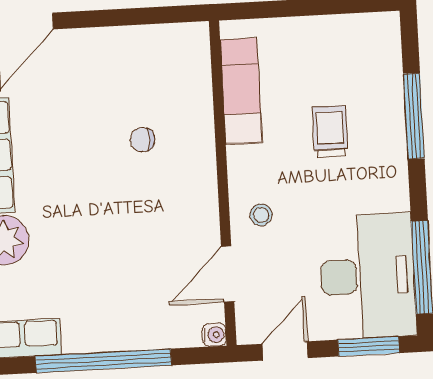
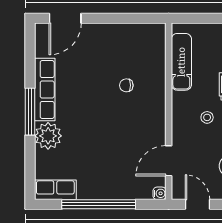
stool: (261, 215) -> (207, 117), moved
door: (285, 351) -> (198, 204), hinge flipped

